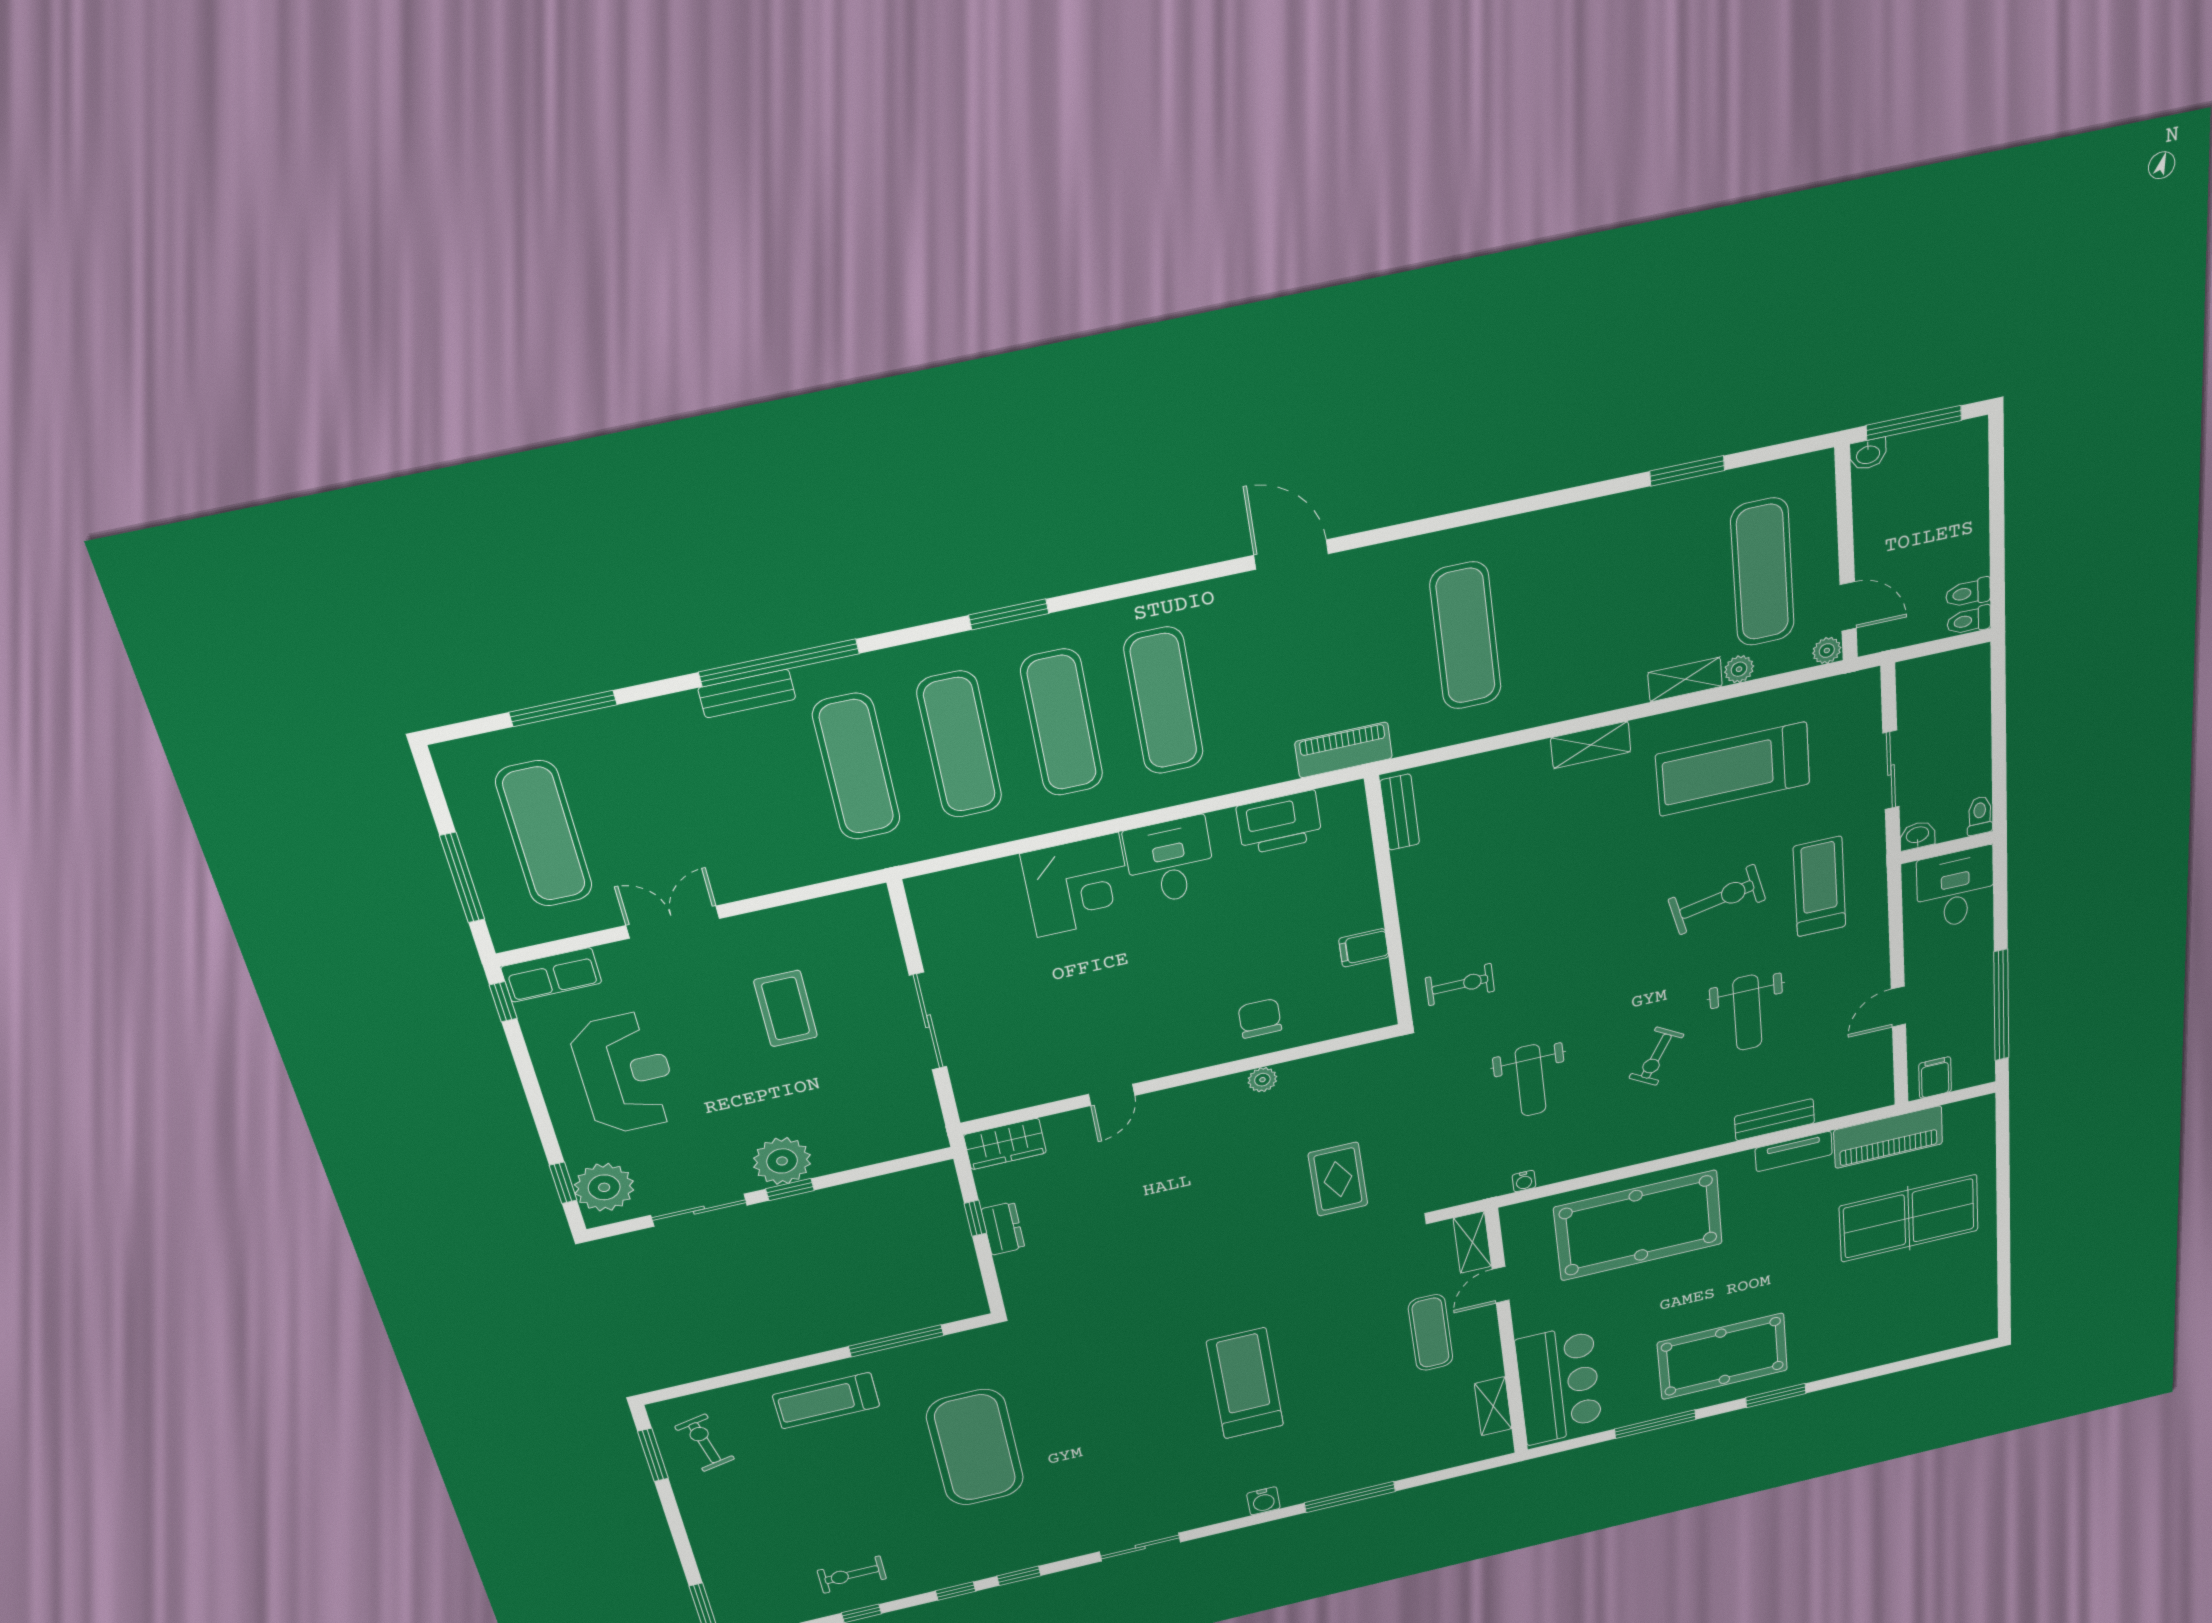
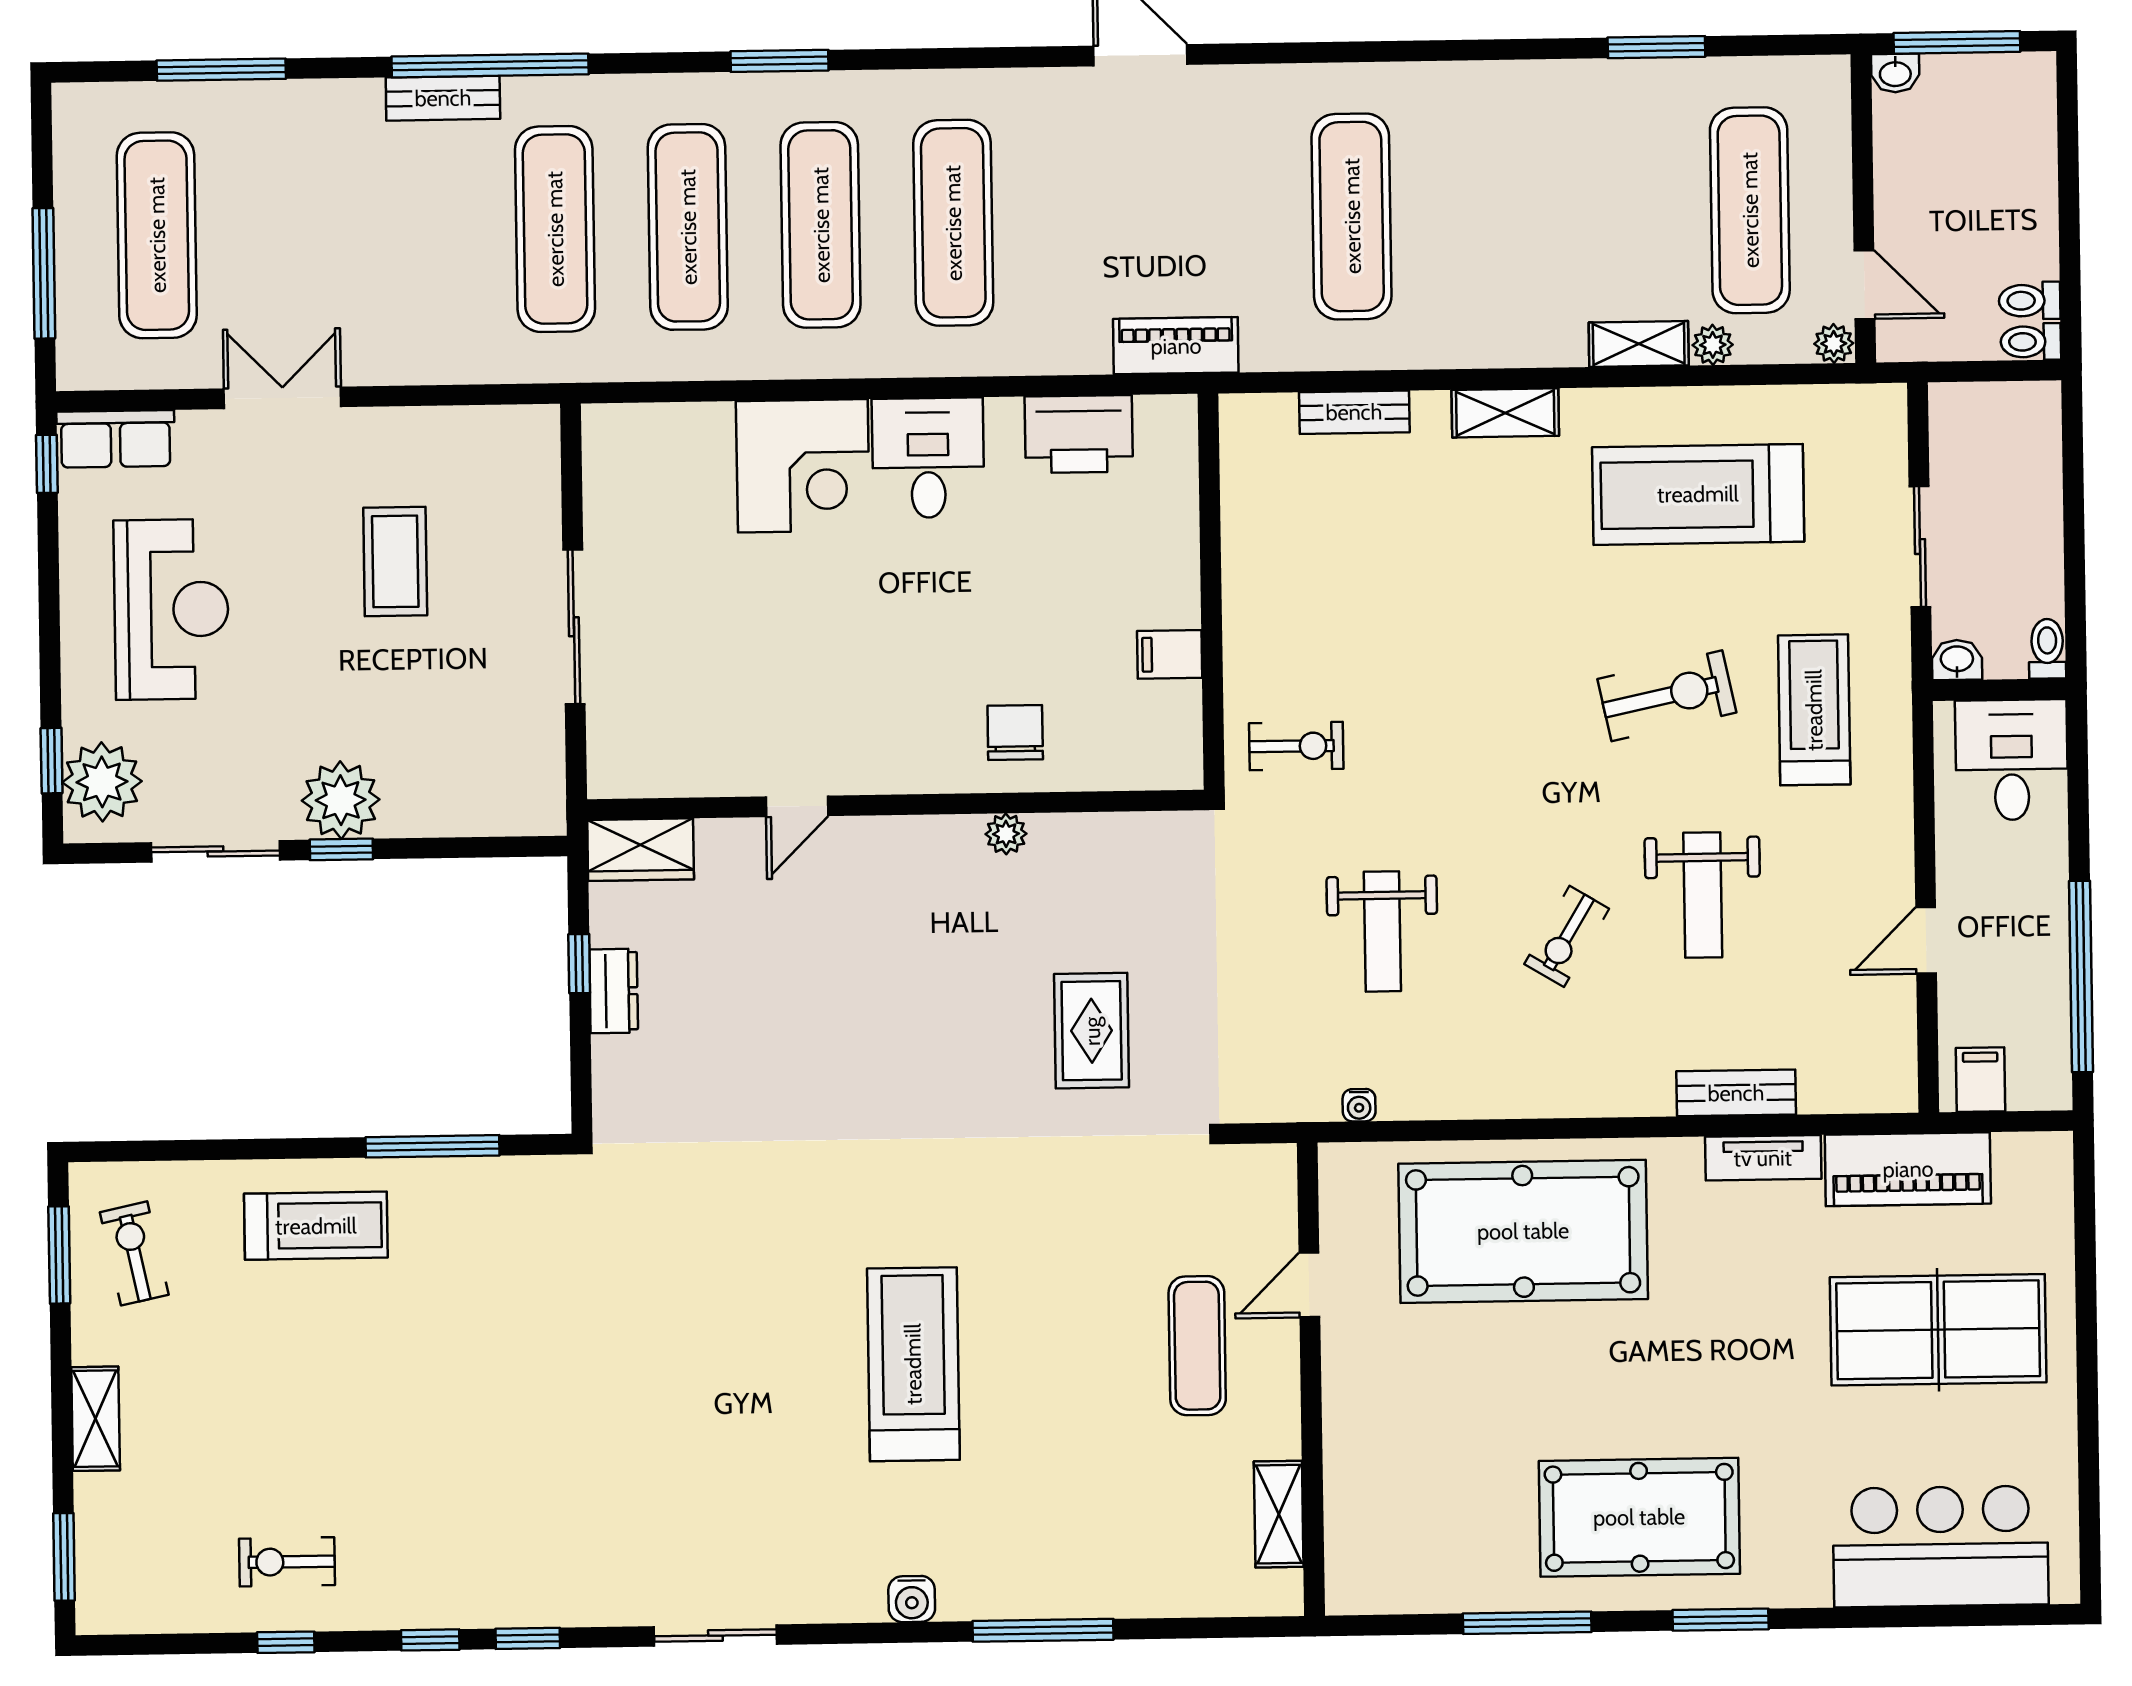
bench: (1400, 812) -> (1354, 412), moved, turned 90
shelving: (1472, 1242) -> (96, 1419), moved
bar counter: (1559, 1385) -> (1941, 1546), moved, turned -90
treadmill: (826, 1401) -> (316, 1226), turned 180
exercise mat: (975, 1448) -> (507, 1372), removed

